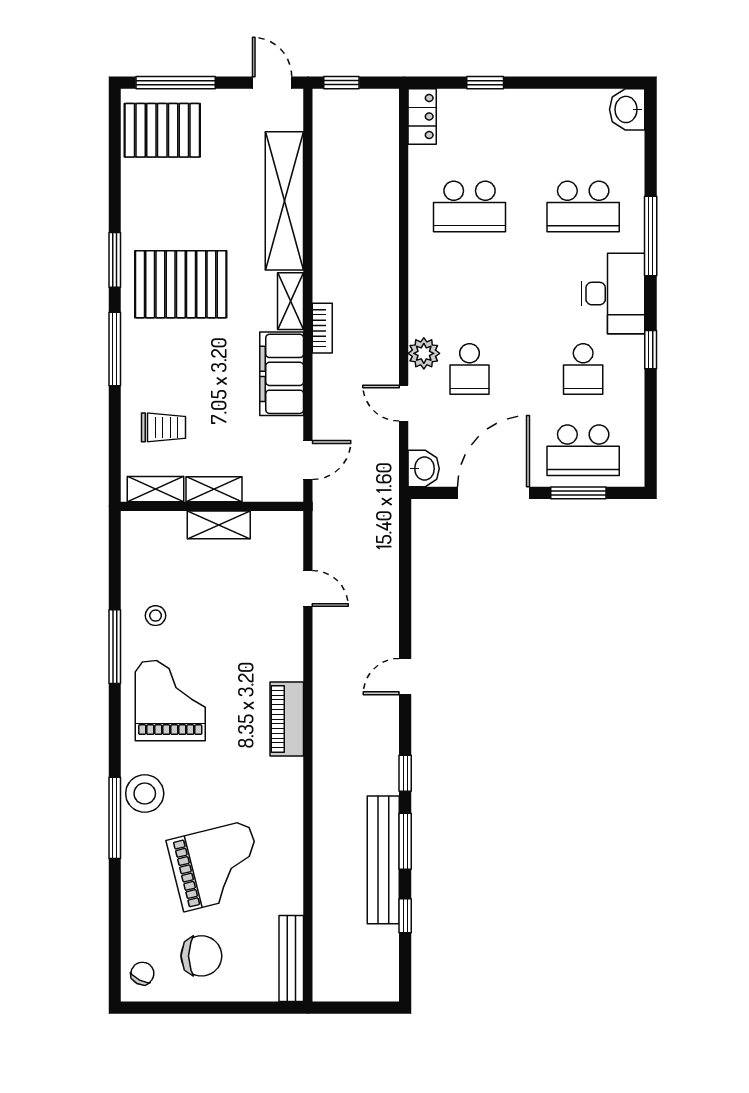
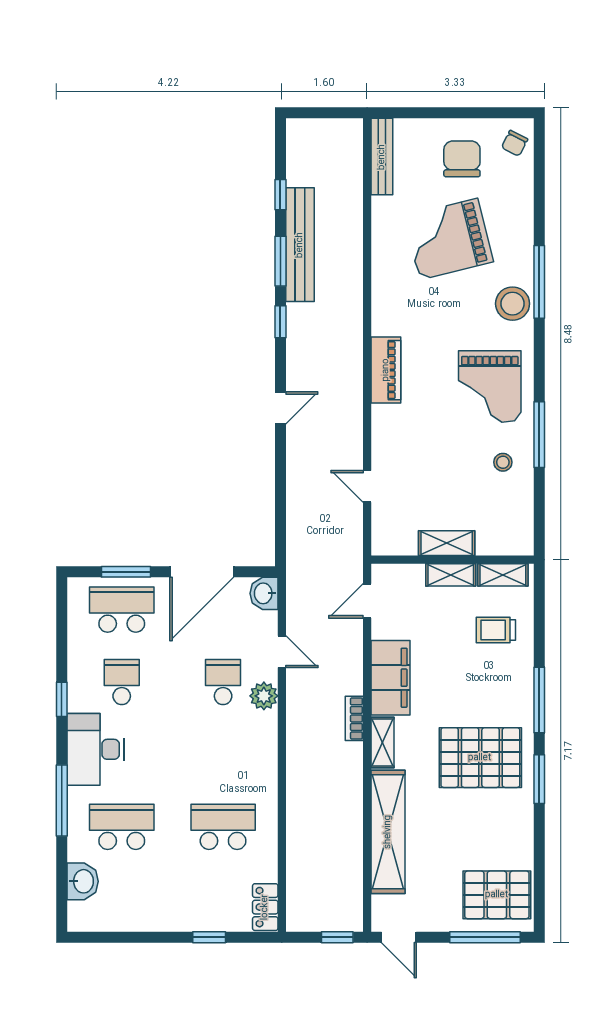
washbasin: (627, 109) -> (83, 881), moved
chair: (201, 956) -> (462, 159), turned 90

